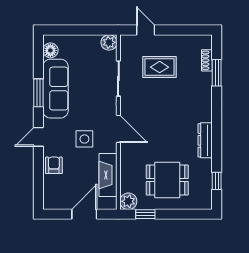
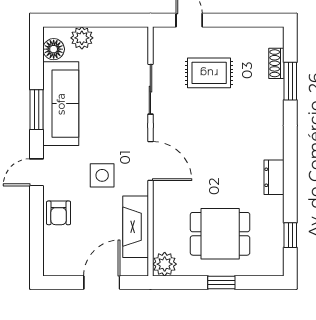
plant: (109, 42) -> (82, 38), moved
dresser: (205, 140) -> (274, 177), width x0.70
armchair: (54, 165) -> (59, 213), turned 180
window: (145, 214) -> (221, 282), moved

